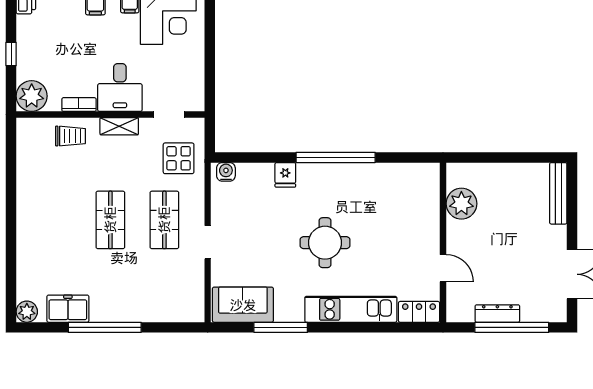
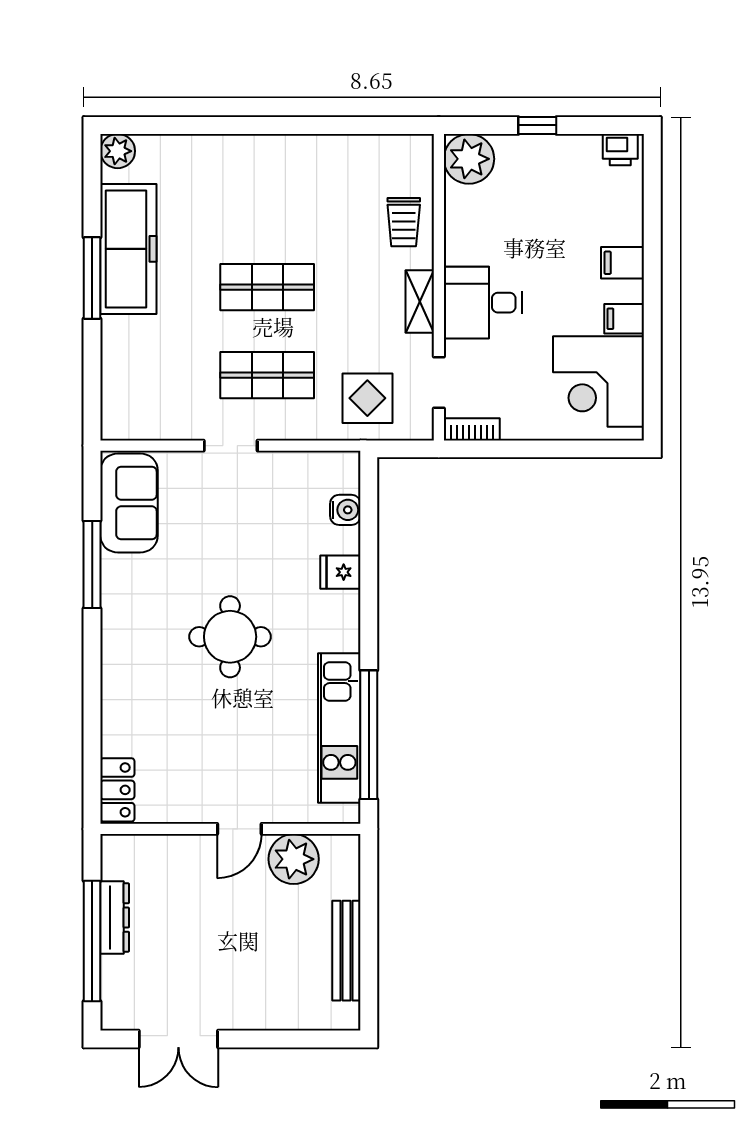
bookcase: (79, 105) -> (472, 429), moved, turned -90
window: (336, 157) -> (369, 735), moved
water cooler: (226, 172) -> (345, 510), moved
bench: (558, 193) -> (346, 951), moved, turned 90
door: (443, 268) -> (239, 829), moved
freezer: (68, 309) -> (128, 249), width x1.91, depth x1.26
kitchen unit: (351, 309) -> (339, 728), moved, turned 180
window: (105, 327) -> (92, 278), width x0.68

